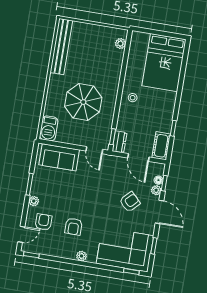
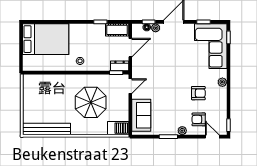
plant: (120, 44) -> (36, 79), removed
armchair: (130, 202) -> (169, 49), removed

